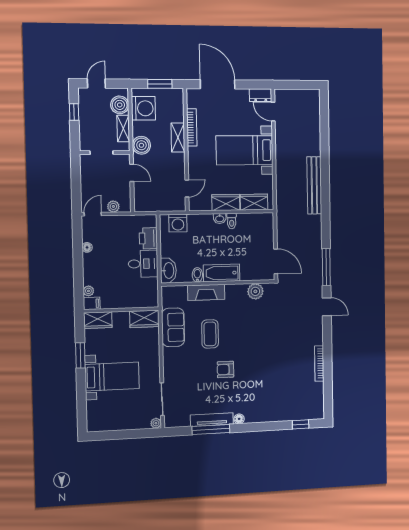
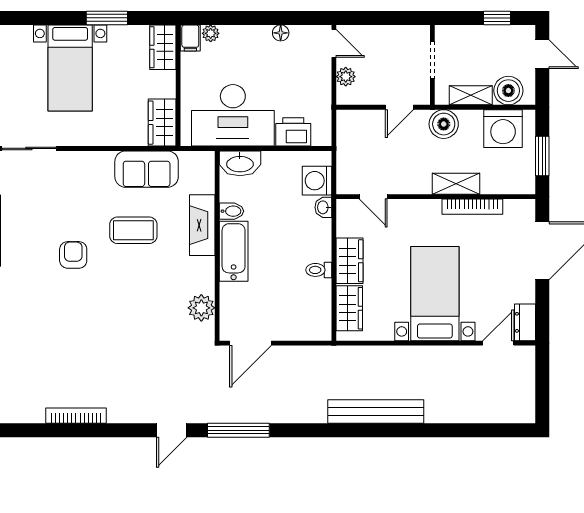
washbasin: (220, 218) -> (323, 207), moved
desk: (143, 264) -> (233, 115), width x1.87, depth x1.30

